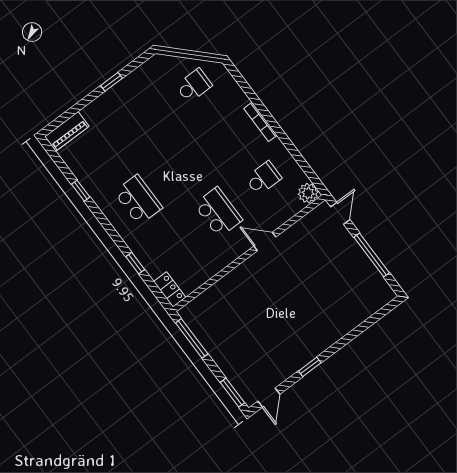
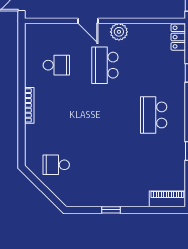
school desk: (263, 178) -> (56, 65), turned 180
plant: (308, 193) -> (119, 32), moved

